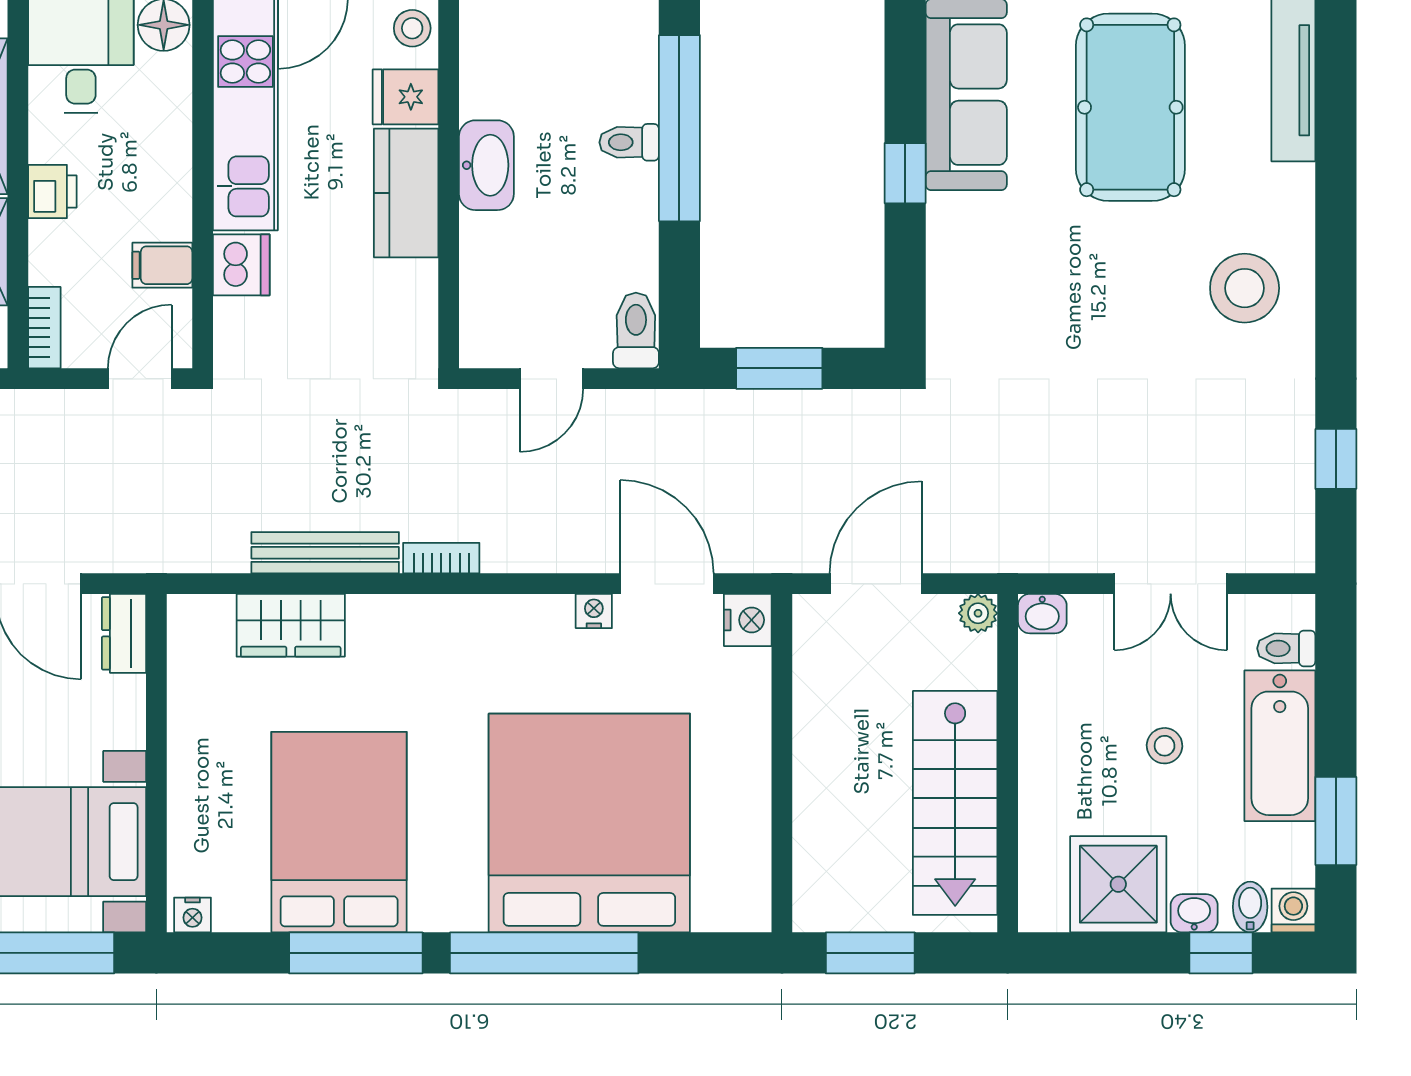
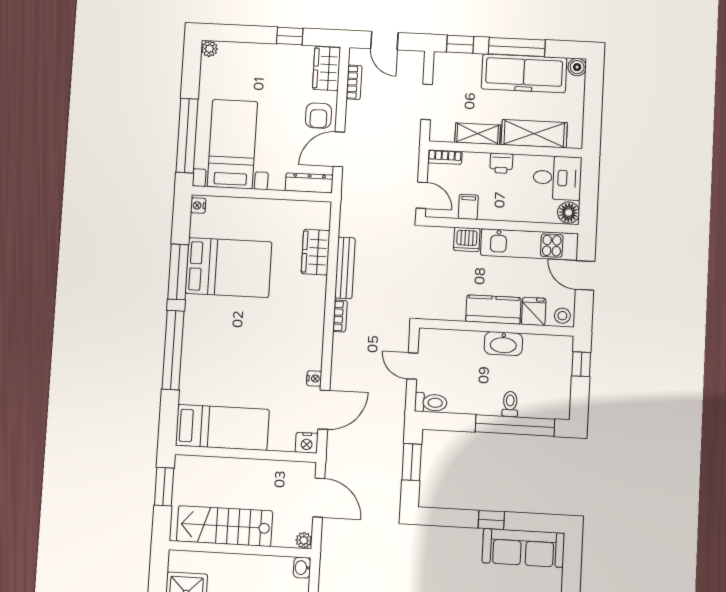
dresser: (124, 633) -> (309, 183), width x1.44
bed: (589, 823) -> (222, 427), moved, width x0.49

